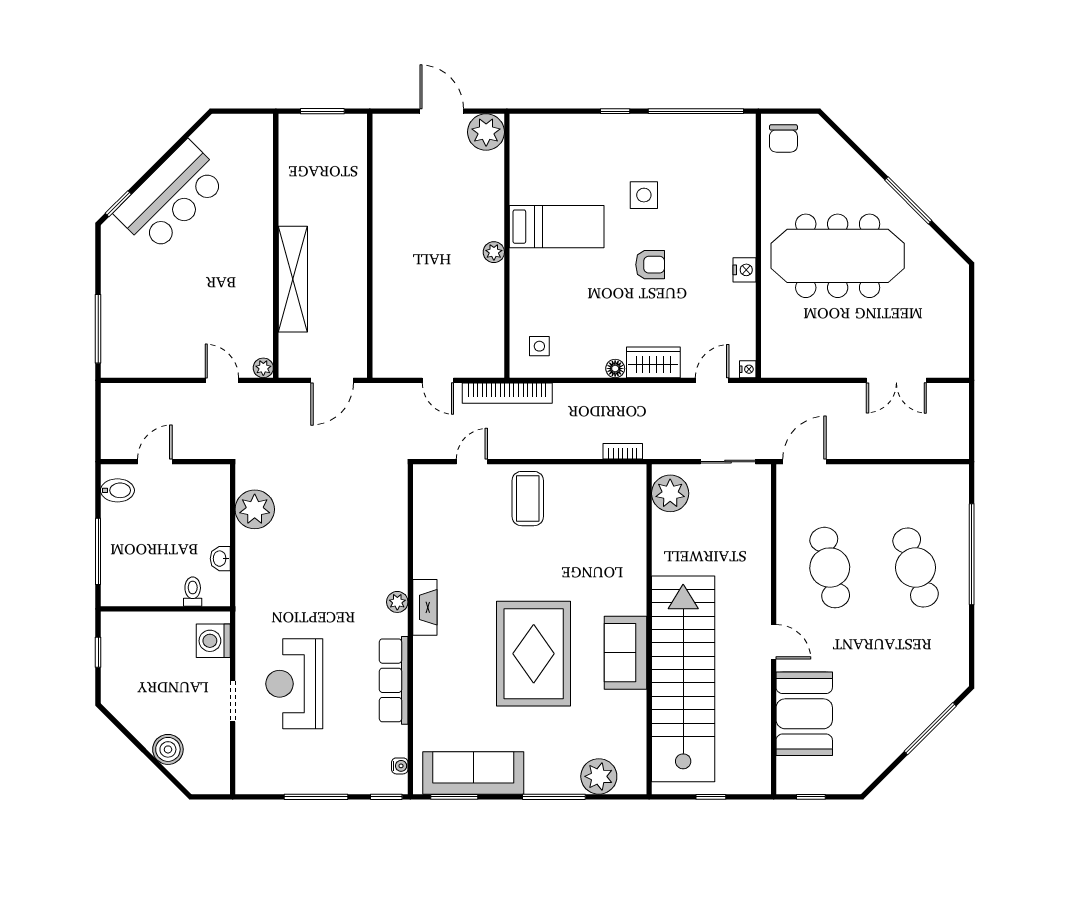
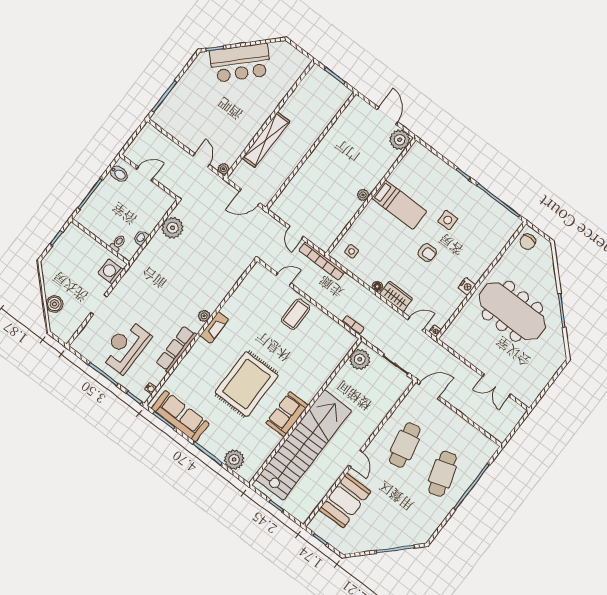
reception desk: (294, 684) -> (126, 347), moved

